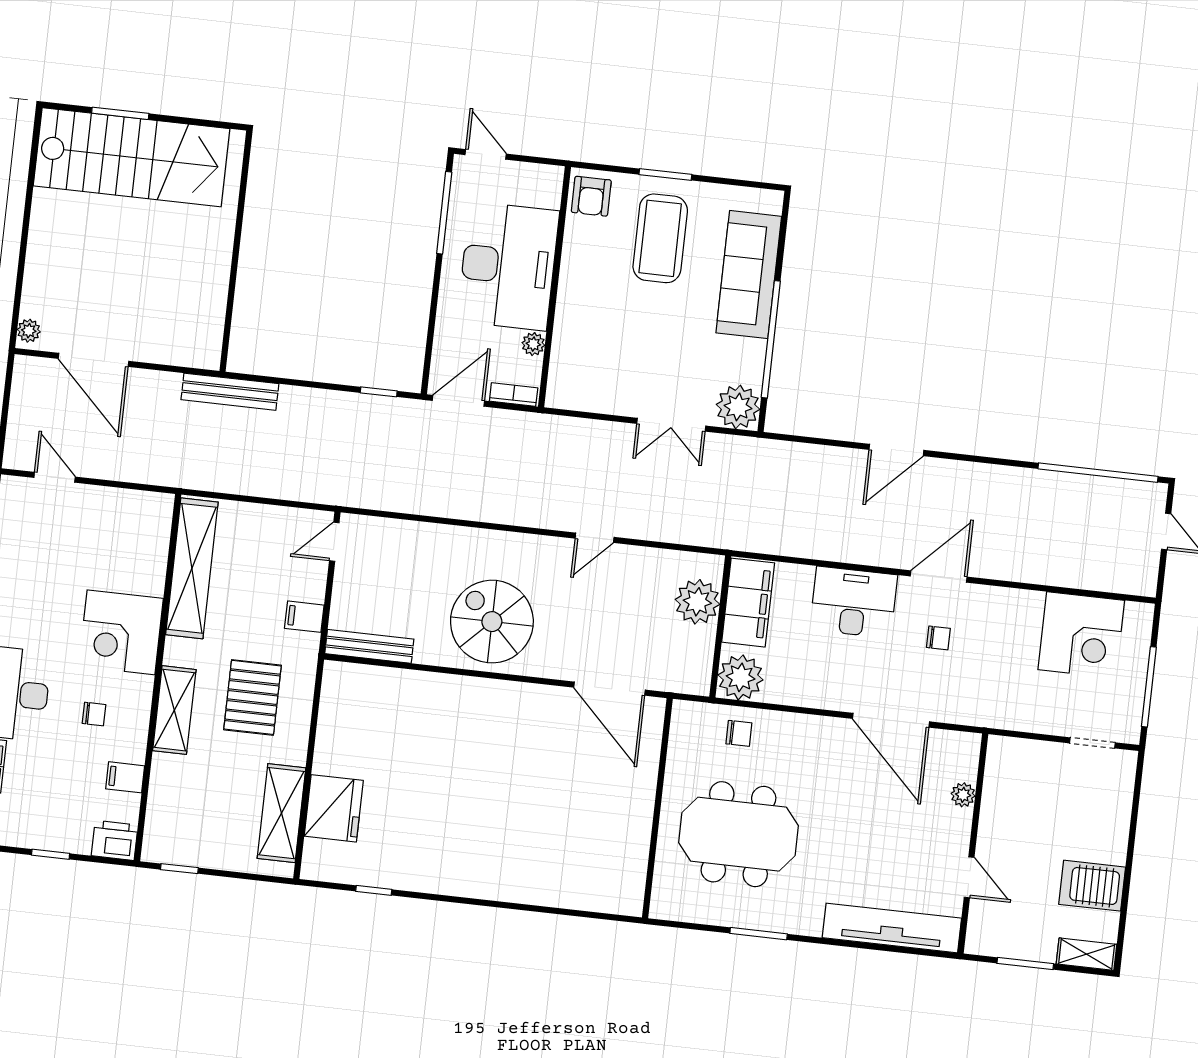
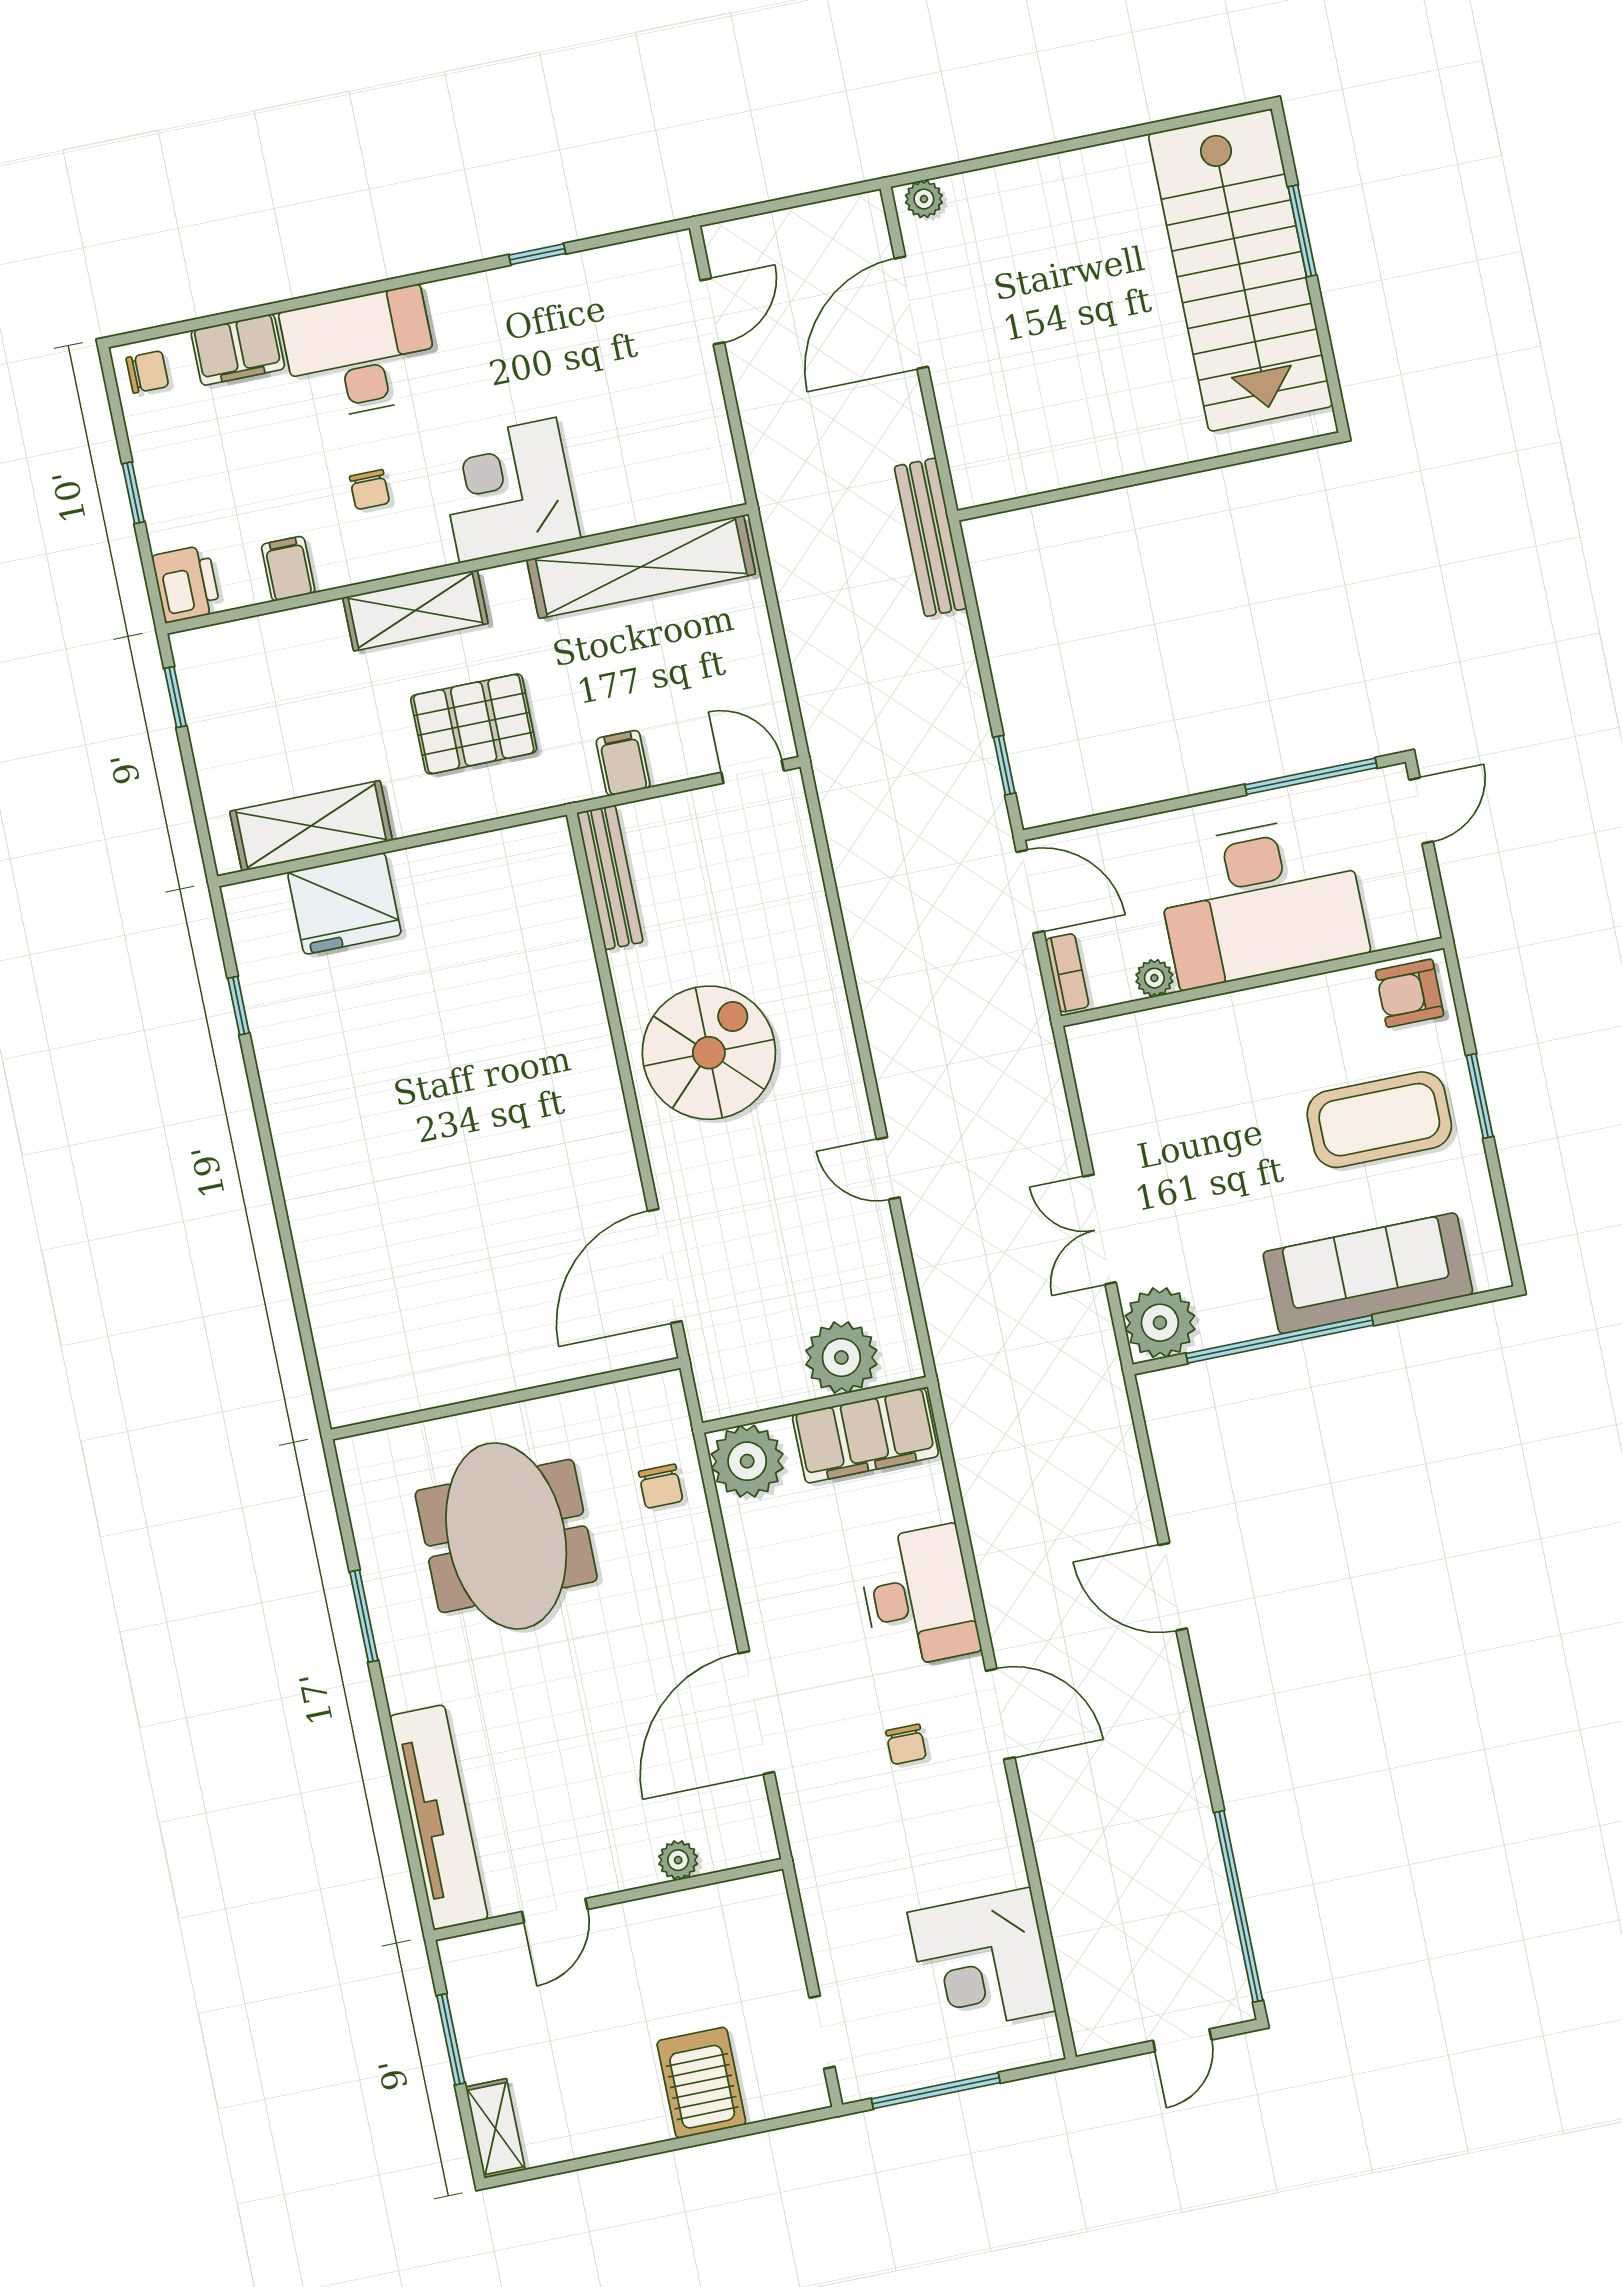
server rack: (1092, 886) -> (701, 2083), moved

